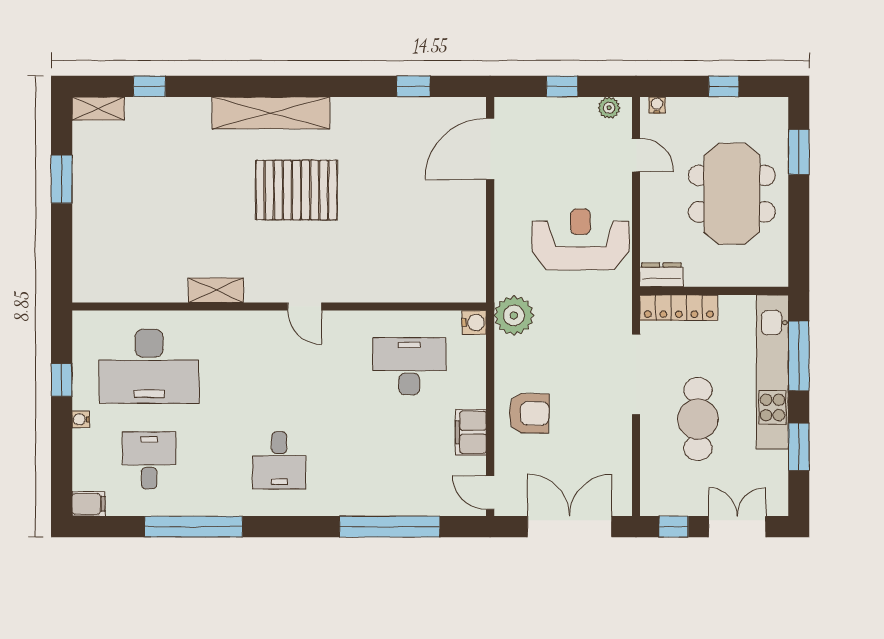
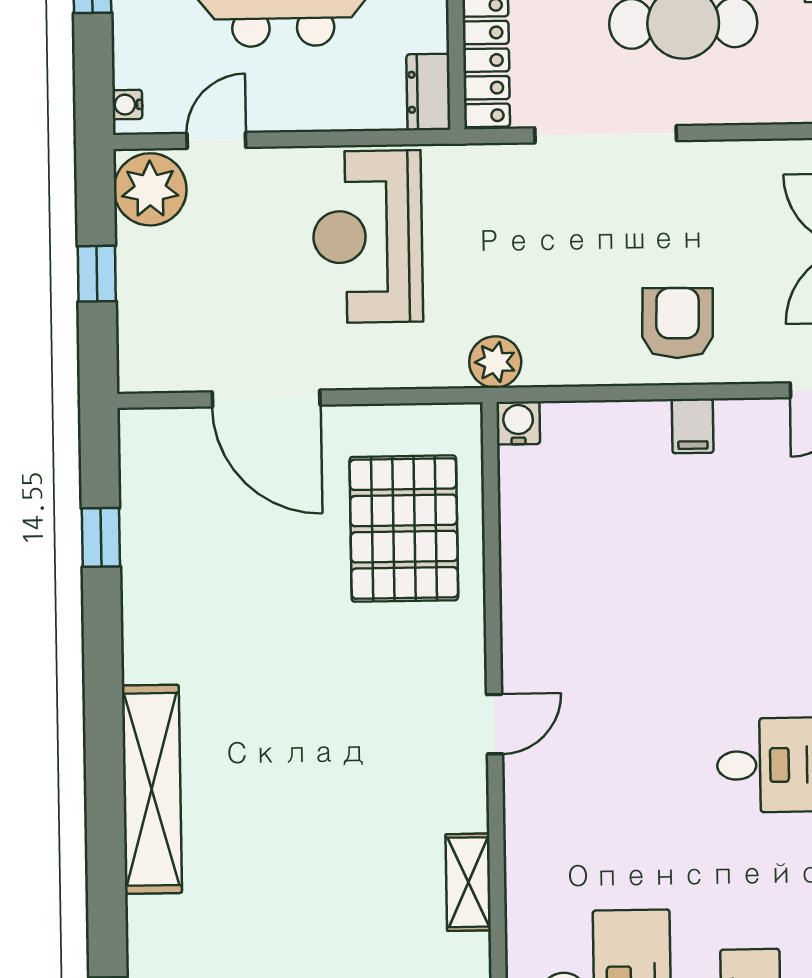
plant: (609, 108) -> (150, 189), width x1.88, depth x1.88
door: (490, 149) -> (266, 398), moved
pallet: (296, 190) -> (404, 529), moved
plant: (514, 315) -> (495, 362), width x0.73, depth x0.73
desk: (409, 366) -> (597, 537), removed
filing cabinet: (471, 432) -> (693, 426), width x0.50

